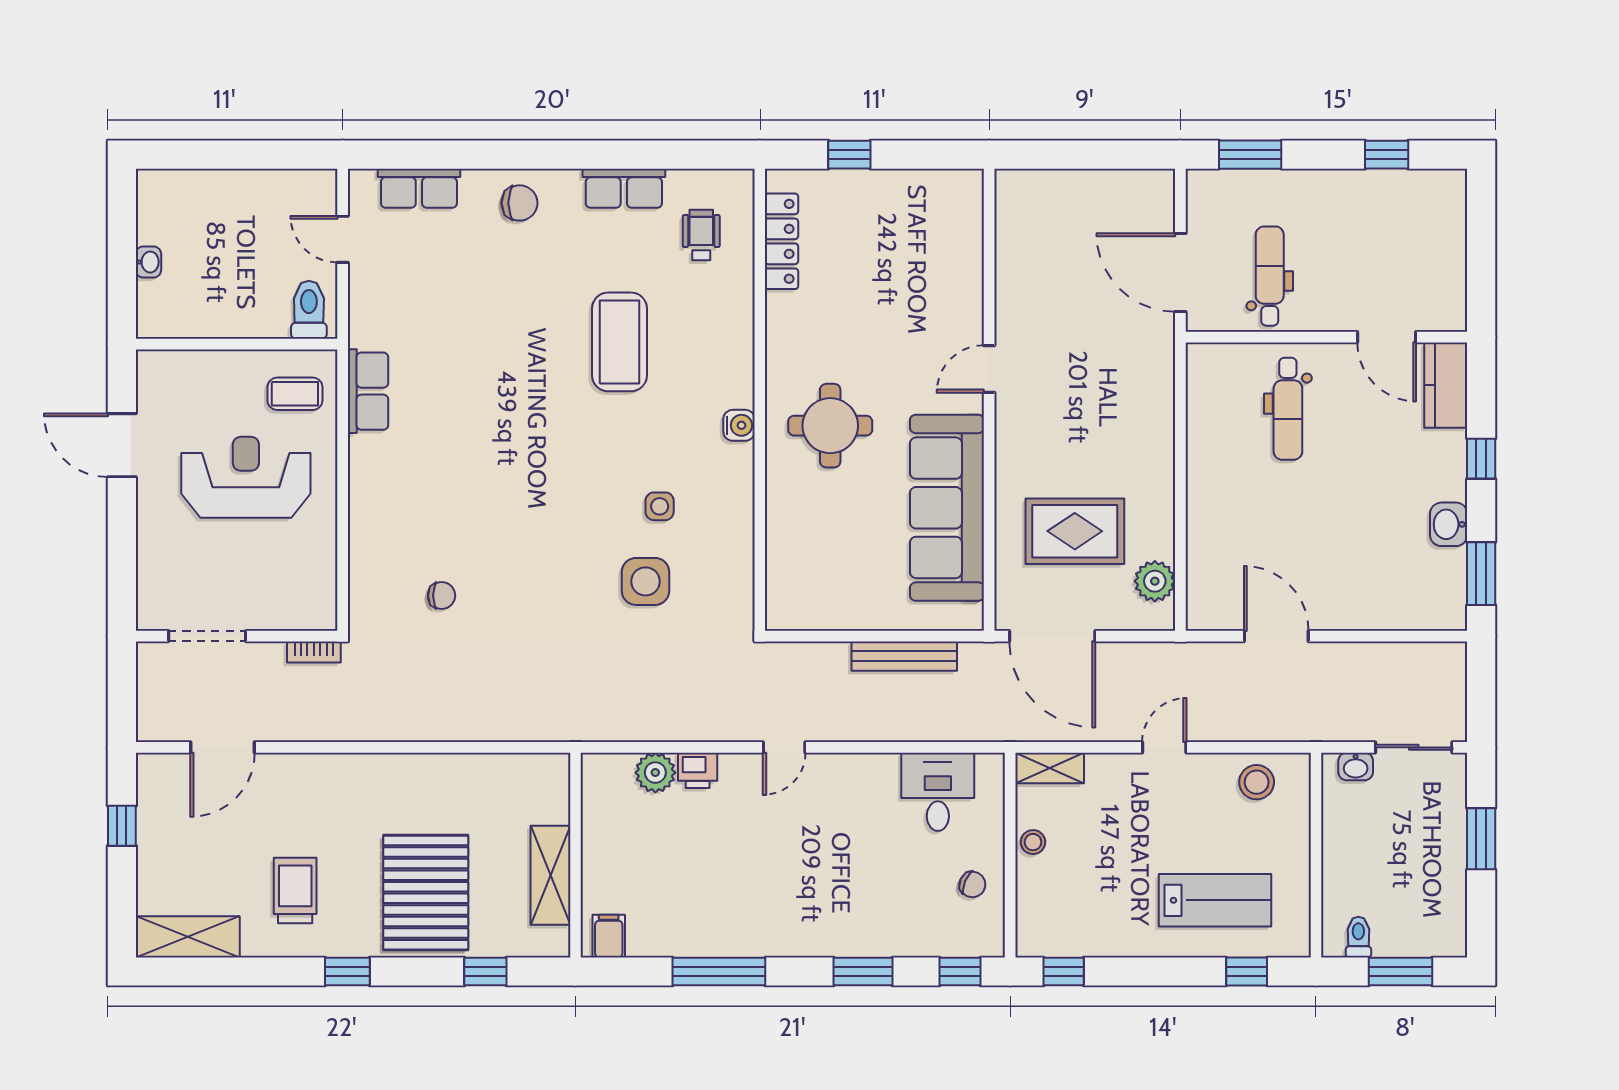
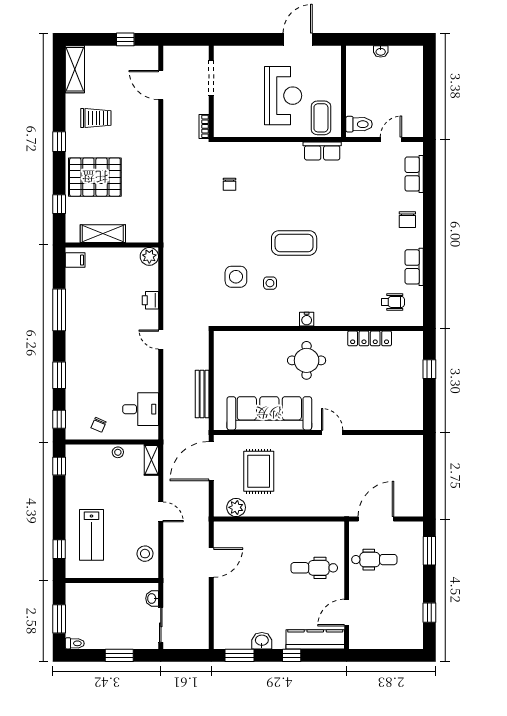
locker: (782, 241) -> (370, 338), moved
coffee table: (619, 342) -> (294, 243), moved
kitchen counter: (1446, 385) -> (315, 639), width x1.50
coffee table: (295, 394) -> (321, 118), width x1.36, depth x1.30
plant: (655, 773) -> (149, 256), moved
toilet: (1358, 937) -> (75, 643), moved

